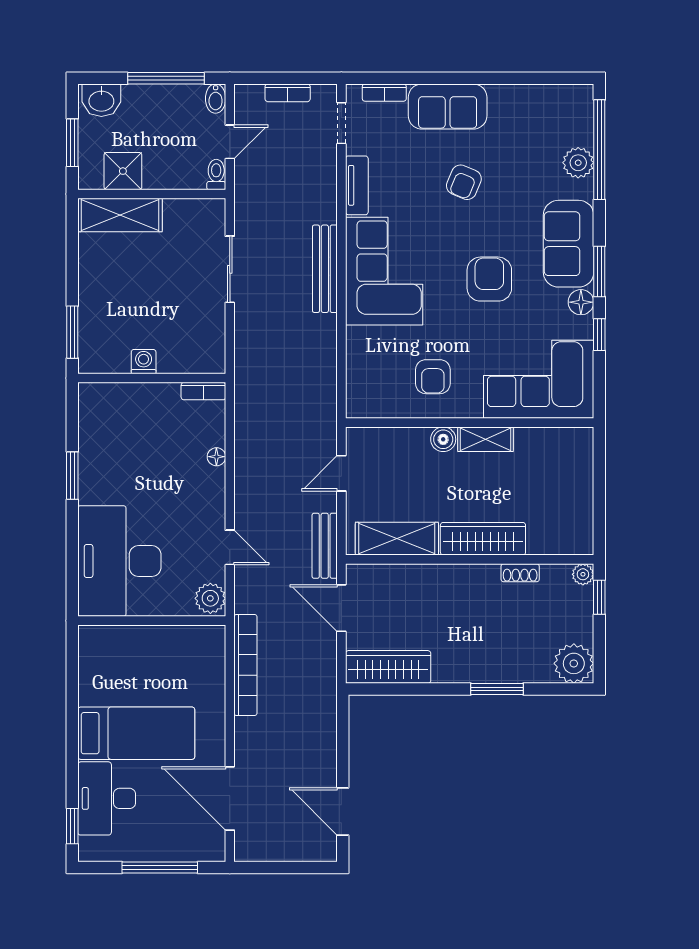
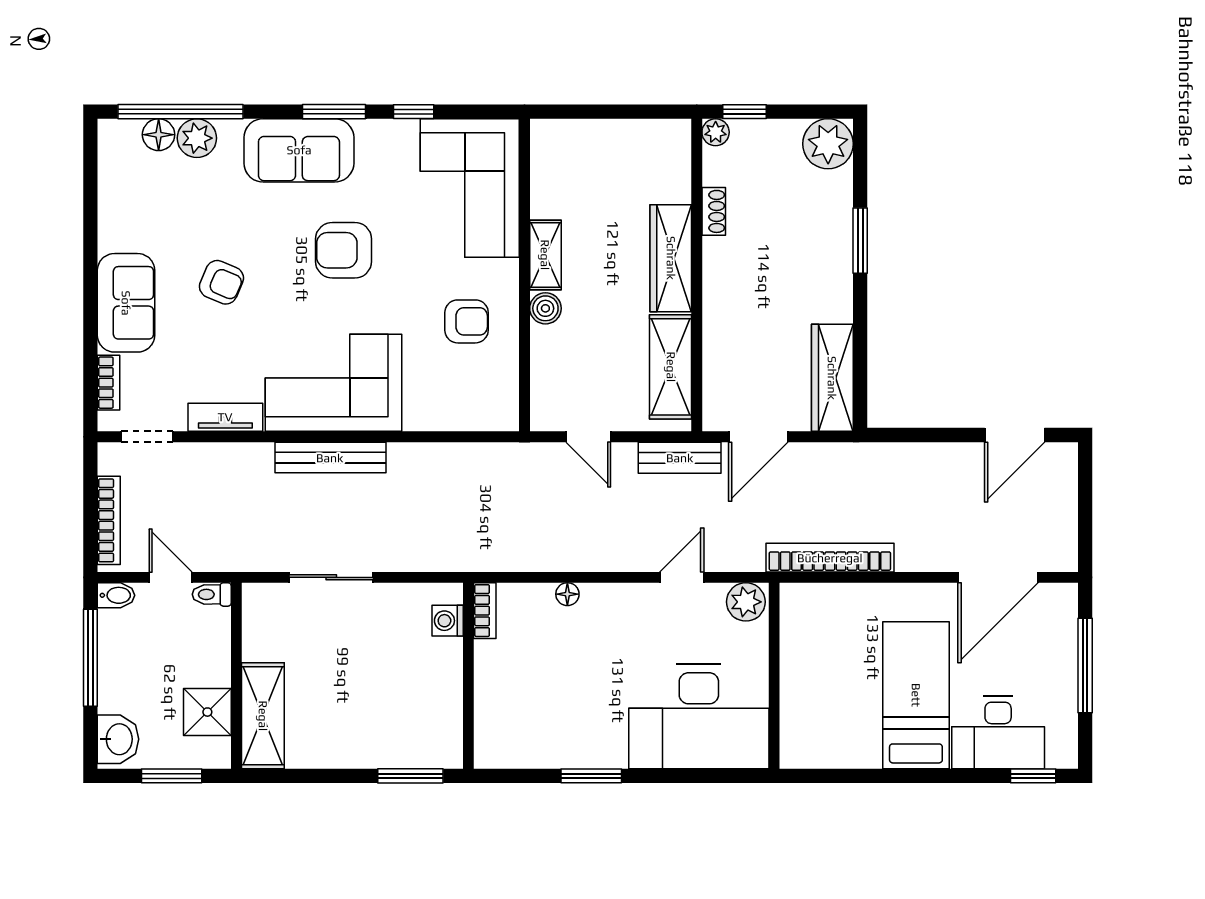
bookcase: (288, 93) -> (109, 520), width x1.56
floor lamp: (581, 302) -> (159, 135), moved
washing machine: (144, 362) -> (448, 621), moved

